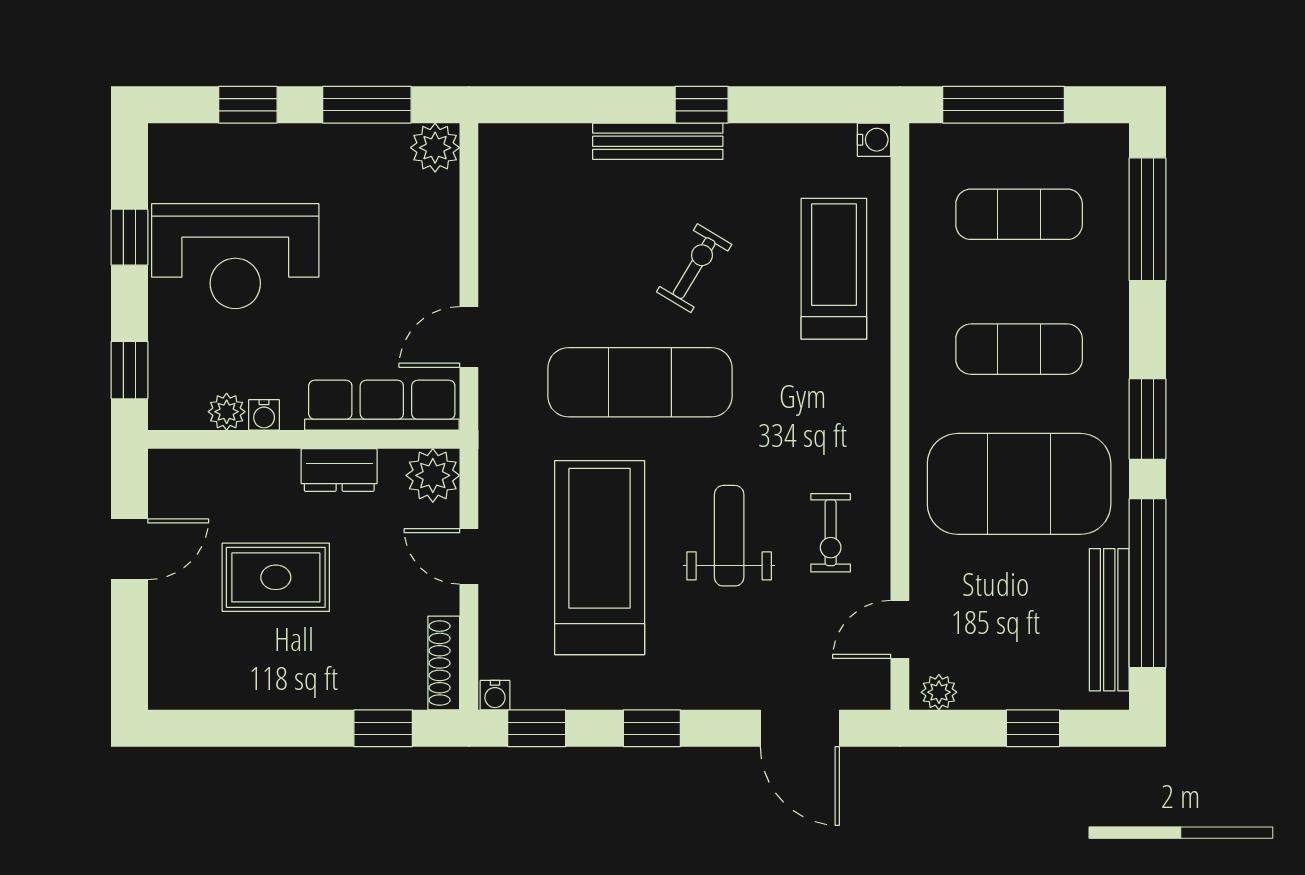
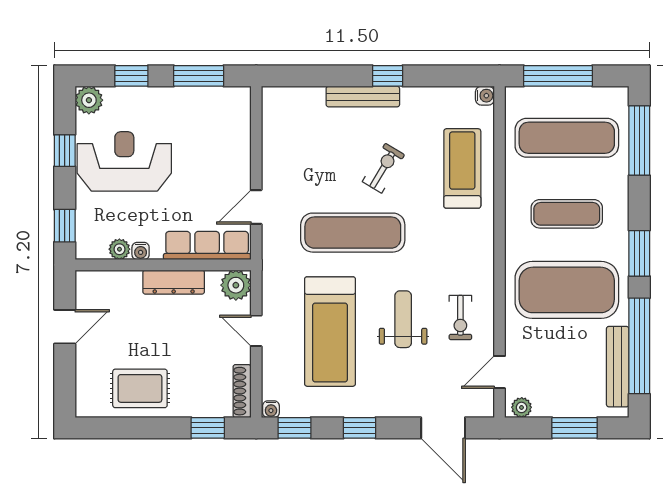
plant: (435, 148) -> (89, 100), moved
exercise mat: (1019, 214) -> (567, 138), width x1.36, depth x1.45
reception desk: (235, 256) -> (124, 161), turned 180
dresser: (339, 470) -> (174, 282), width x1.44
treadmill: (600, 558) -> (330, 332), turned 180
rug: (276, 577) -> (140, 388), moved
window: (1033, 728) -> (575, 428), width x1.50

